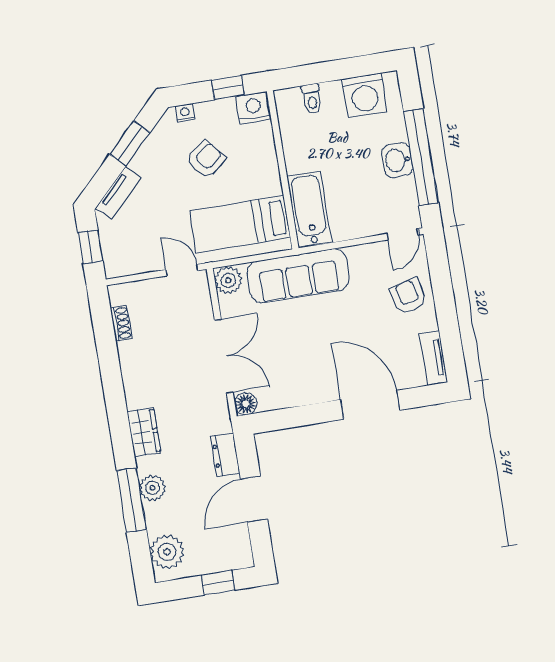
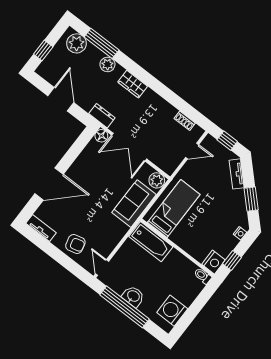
toilet: (312, 99) -> (203, 276), moved
armchair: (206, 159) -> (213, 222), removed
door: (182, 270) -> (192, 151), moved
sofa: (298, 276) -> (134, 204), width x0.73
dresser: (225, 455) -> (102, 116), moved
window: (131, 500) -> (102, 43), moved

